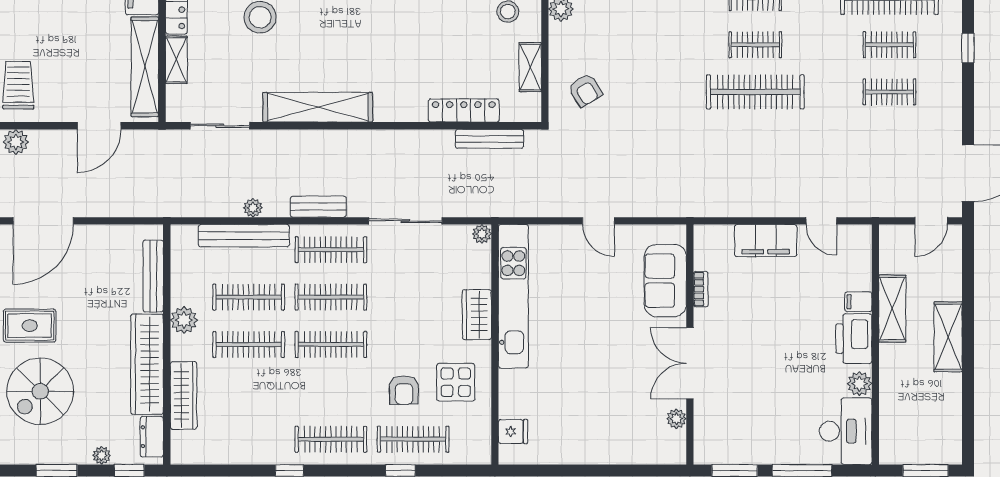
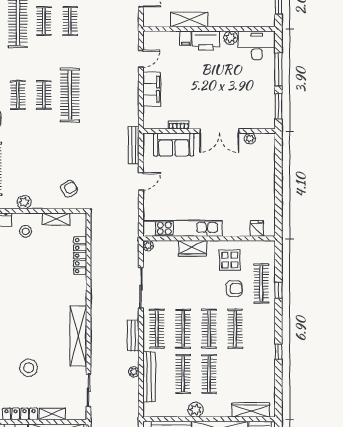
bench: (490, 139) -> (134, 145), moved
wardrobe: (184, 395) -> (251, 410), moved
clothes rail: (331, 439) -> (235, 329), moved

